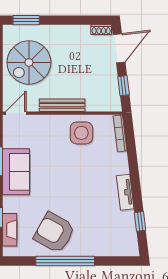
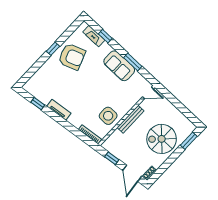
spiral stairs: (29, 62) -> (162, 139), moved, turned -90
door: (16, 113) -> (148, 93), hinge flipped
armchair: (54, 233) -> (72, 57), turned 41
window: (65, 261) -> (53, 49), width x0.32

